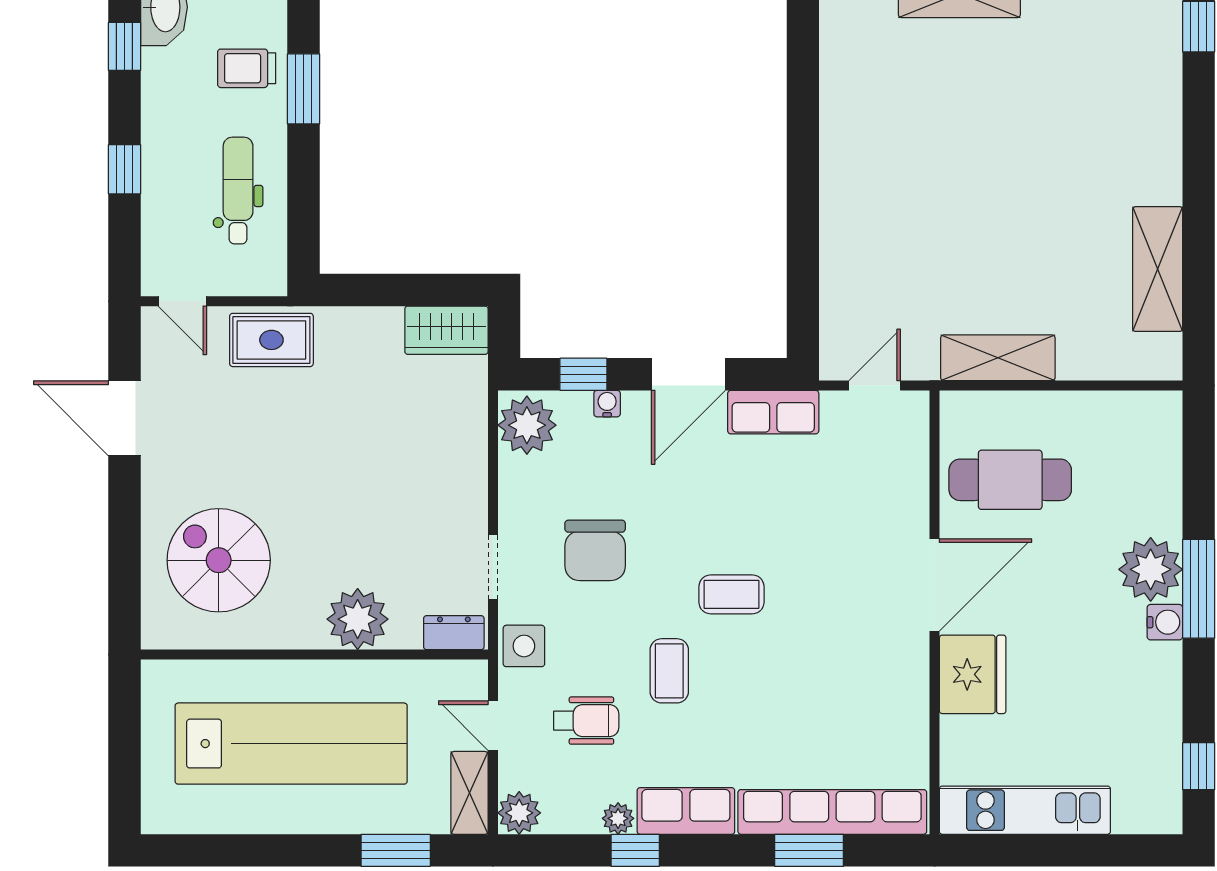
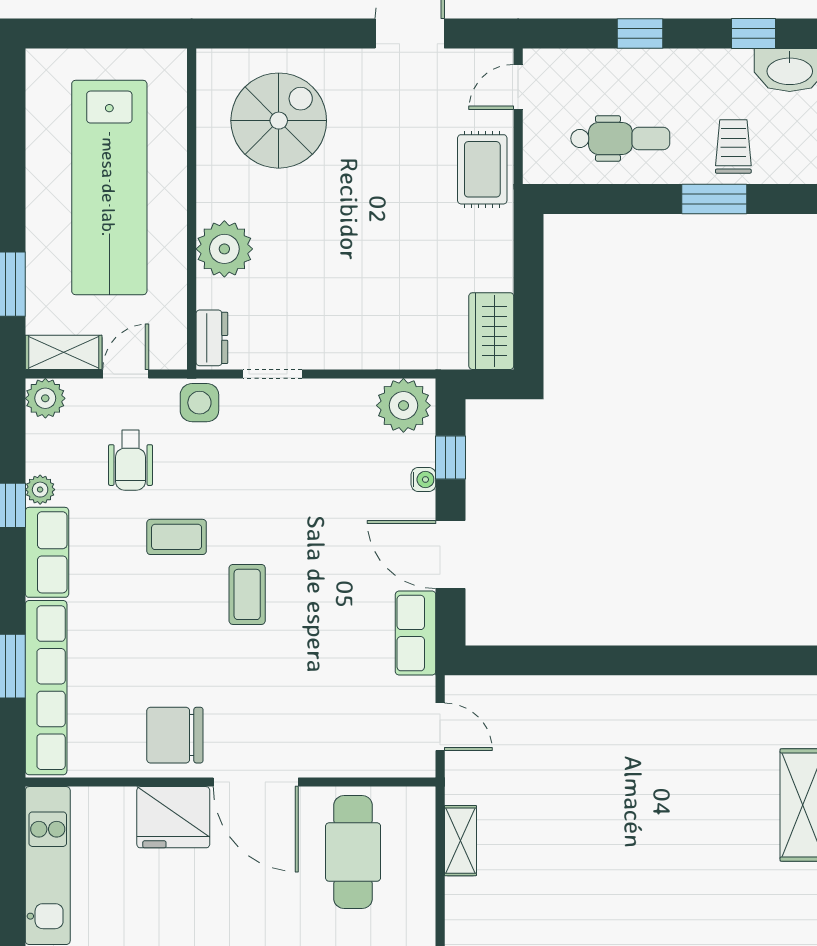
shelving: (998, 358) -> (460, 841), width x0.67, depth x0.75
chair: (595, 550) -> (175, 735), moved

